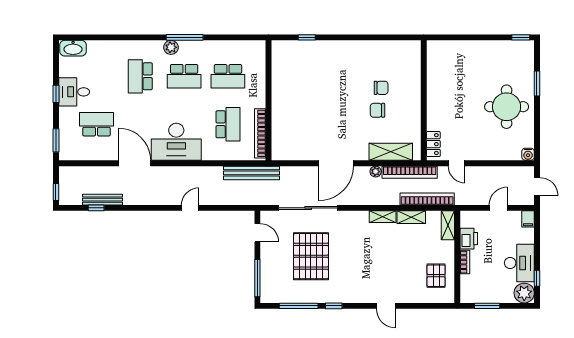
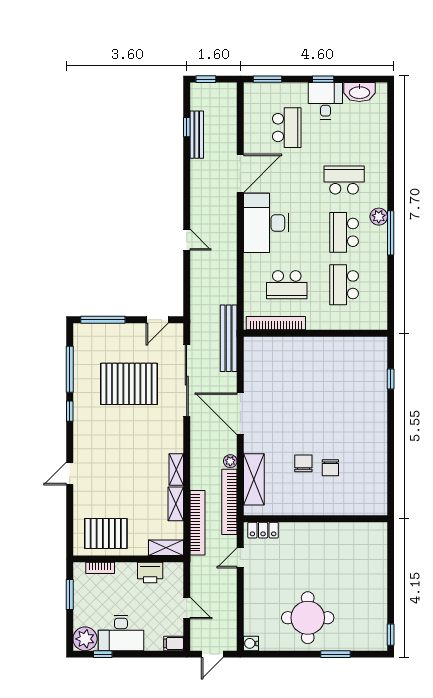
washbasin: (73, 48) -> (359, 92), moved, turned -90
bench: (251, 173) -> (229, 338), moved
bookcase: (465, 262) -> (100, 568), moved
pallet: (436, 276) -> (106, 533), width x1.50, depth x1.42

